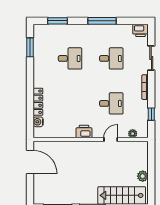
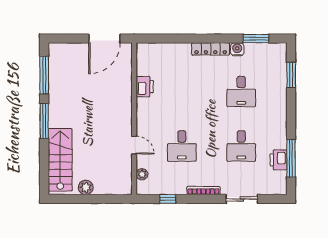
window: (102, 21) -> (291, 158), moved
printer: (140, 30) -> (278, 160), moved
locker: (38, 102) -> (211, 49), moved
water cooler: (38, 122) -> (237, 49), moved
printer: (84, 131) -> (145, 87), moved

